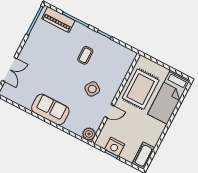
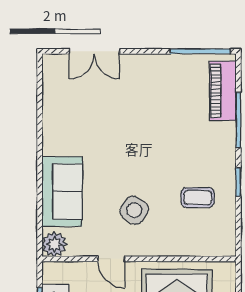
coffee table: (85, 55) -> (198, 198), moved
sofa: (50, 110) -> (62, 192), moved

